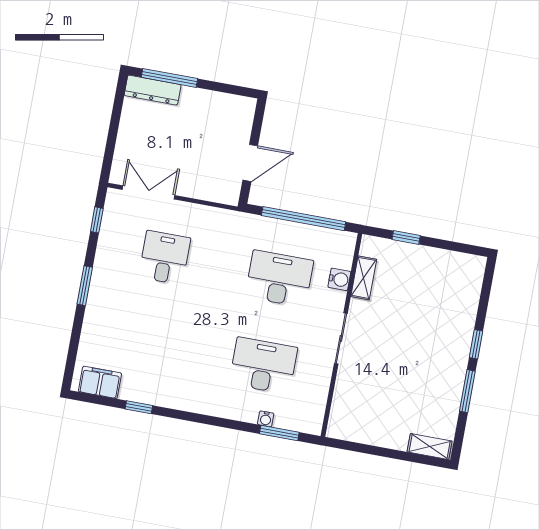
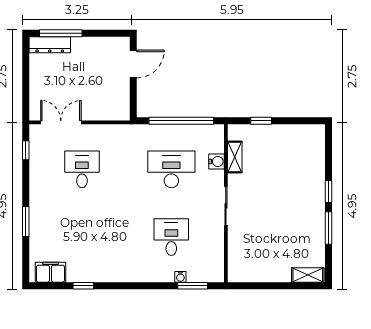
door: (250, 163) -> (133, 64), moved
window: (85, 286) -> (26, 222), moved
desk: (263, 366) -> (171, 237), width x0.73

